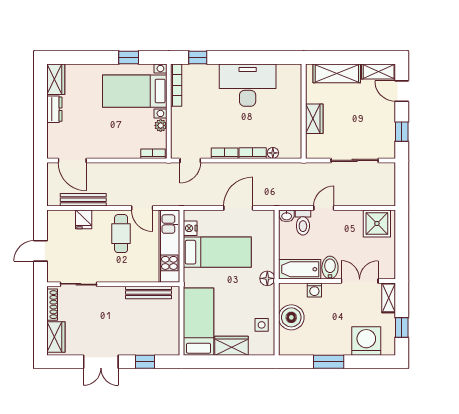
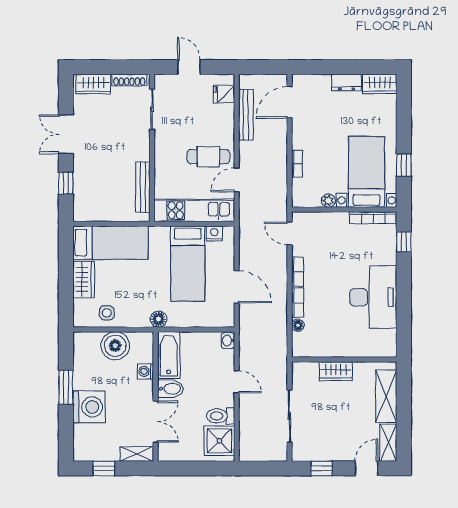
bookcase: (153, 154) -> (297, 164), moved
fridge: (84, 219) -> (224, 94), moved
toilet: (303, 223) -> (221, 416), moved
washing machine: (366, 341) -> (89, 407), moved

